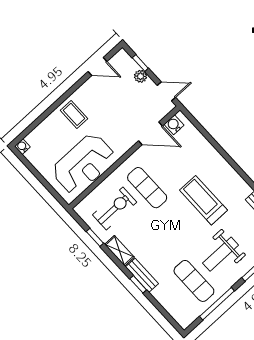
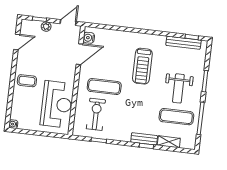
treadmill: (204, 200) -> (142, 66), turned -90
shelving: (119, 251) -> (169, 142), moved

